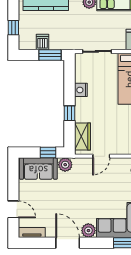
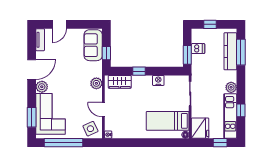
door: (101, 156) -> (103, 110), moved
plant: (65, 165) -> (96, 83), moved

